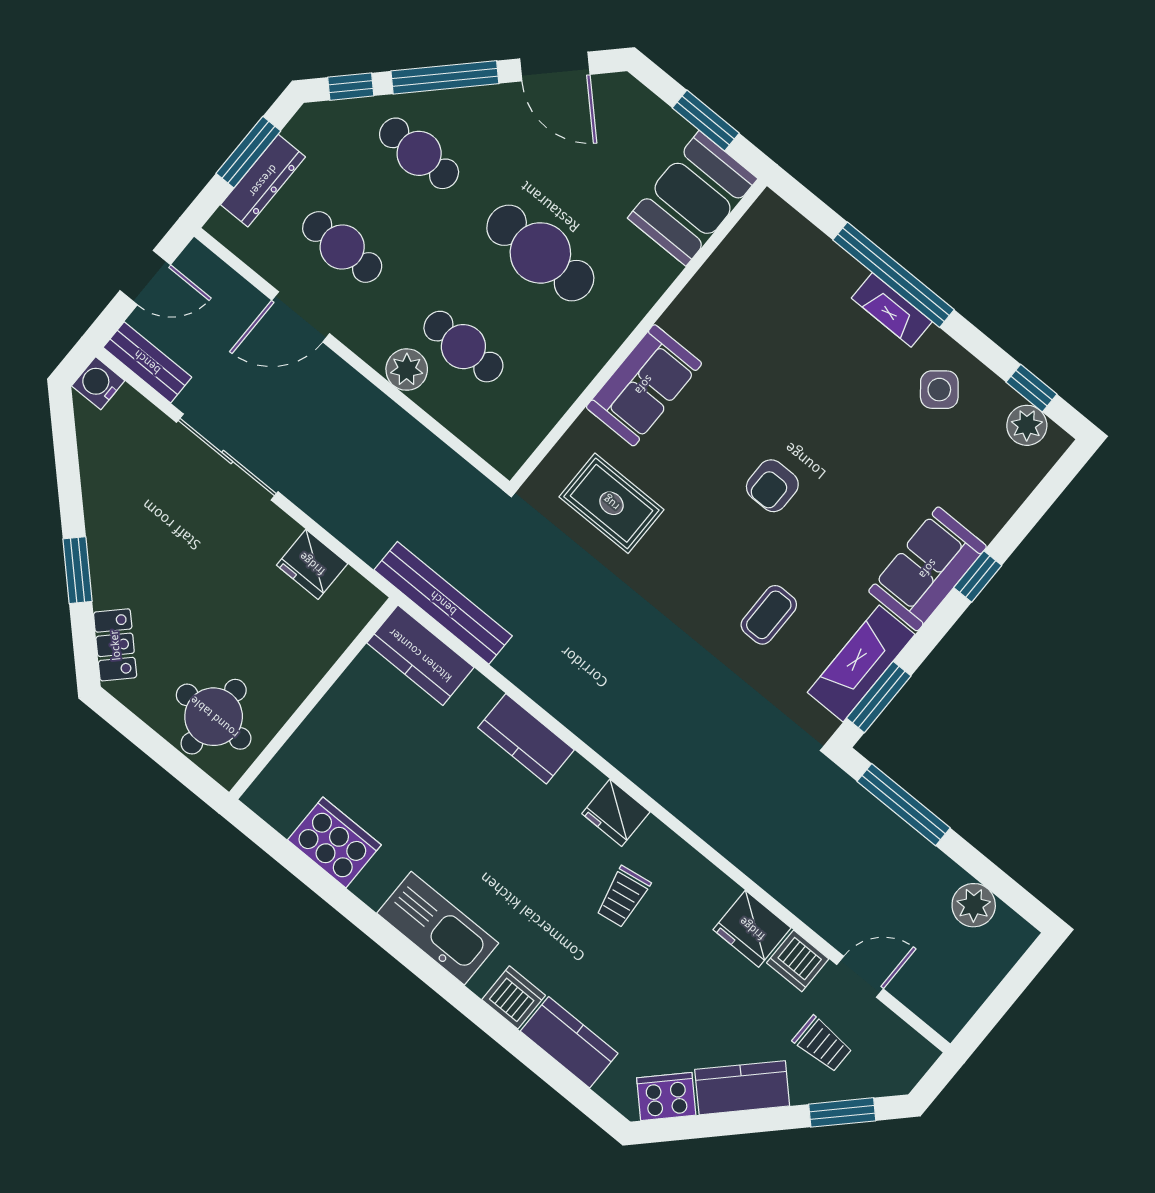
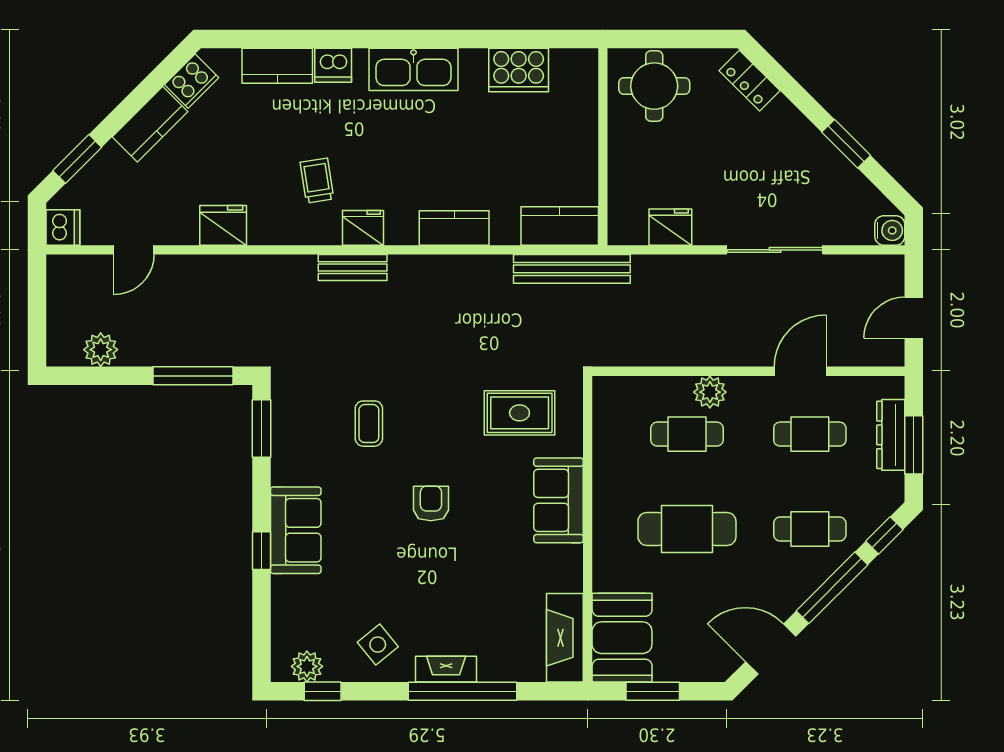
bench: (147, 362) -> (353, 268), moved
window: (78, 570) -> (846, 144), moved
fireplace: (861, 663) -> (565, 638), moved, turned 180
dishwasher: (798, 961) -> (63, 227), moved, turned 90
trolley: (822, 1044) -> (123, 191), removed

